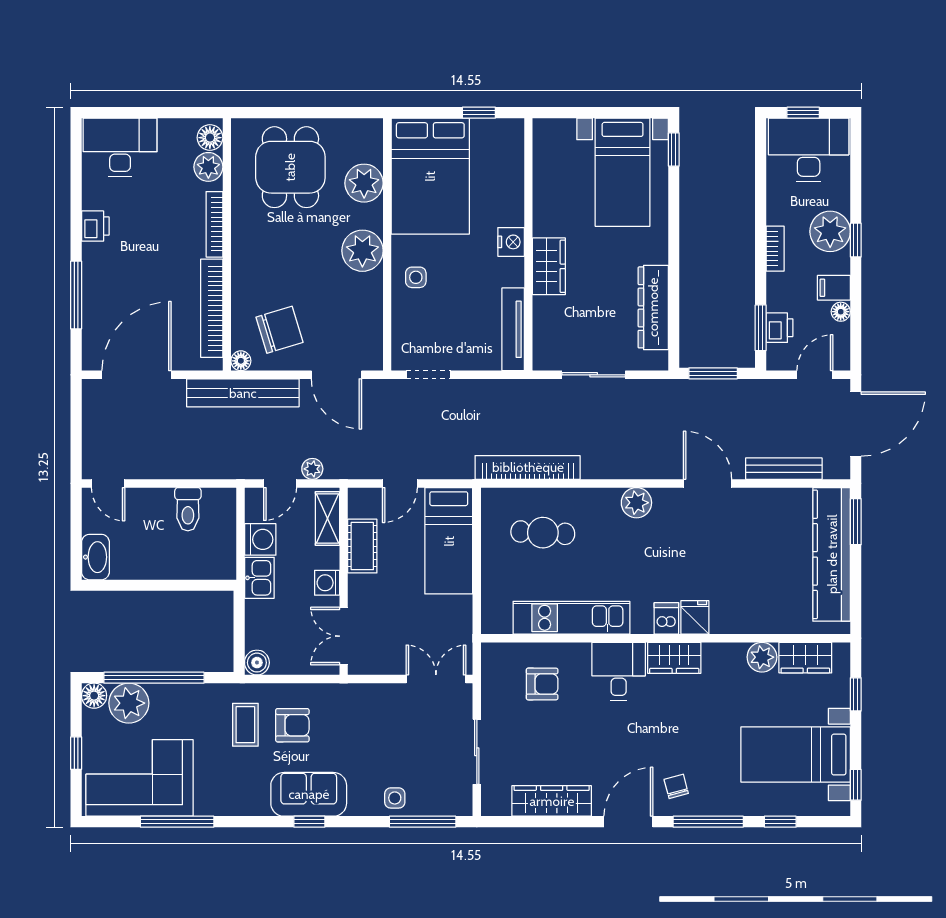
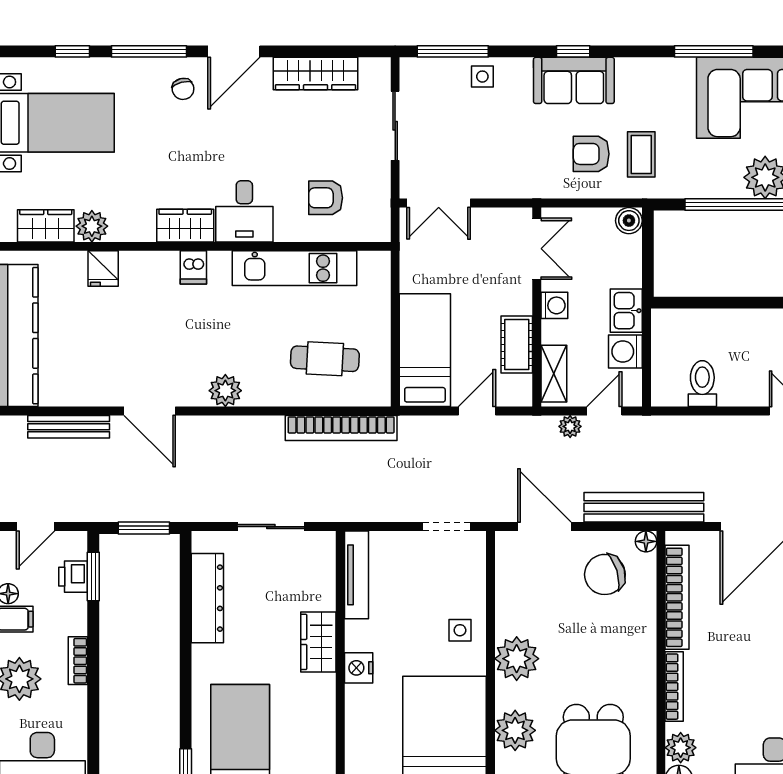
fridge: (695, 617) -> (103, 269), moved

